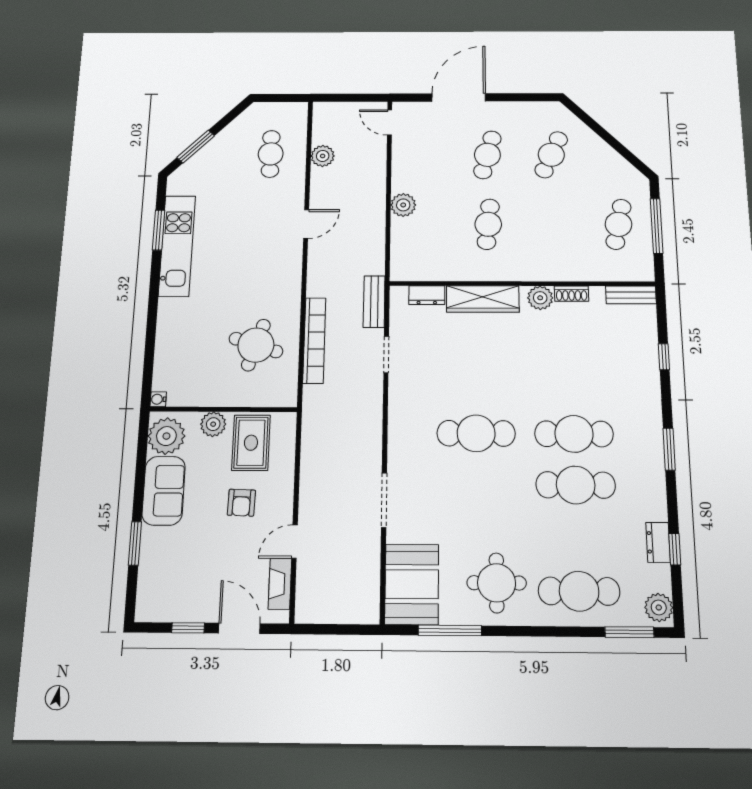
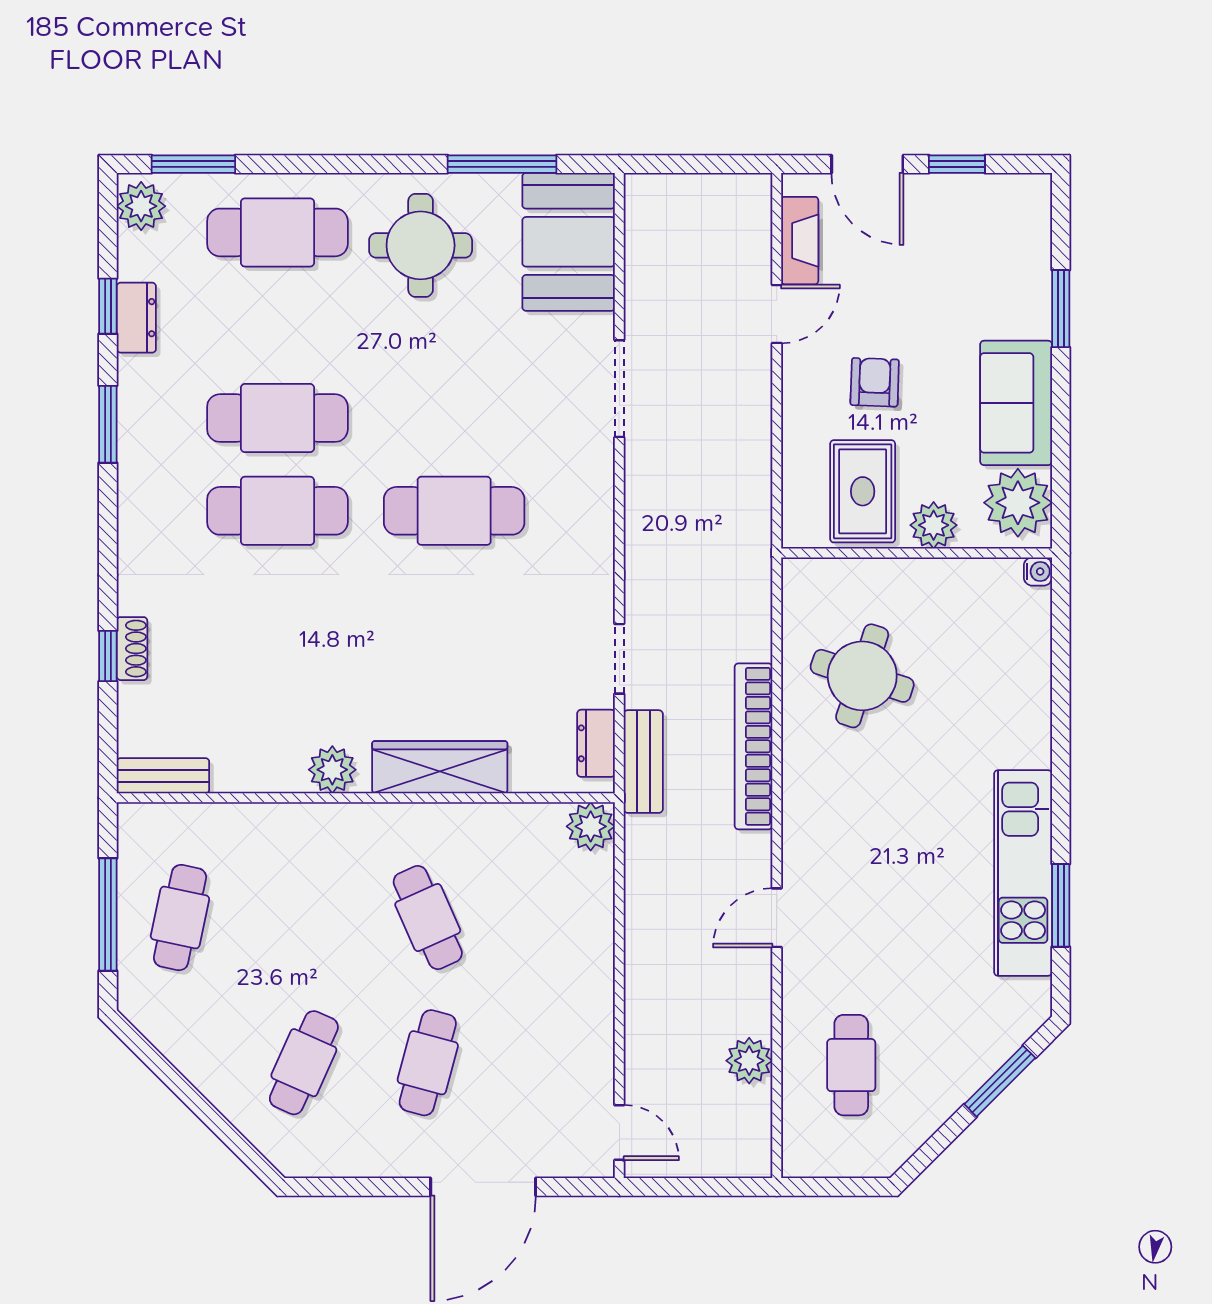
plant: (403, 205) -> (591, 826), moved
cafe table: (488, 224) -> (428, 918), turned -30
shoe rack: (572, 294) -> (132, 649), moved, turned 90
dresser: (427, 295) -> (596, 743), moved, turned -90
bookcase: (314, 340) -> (753, 746), moved
window: (669, 449) -> (108, 424), moved

